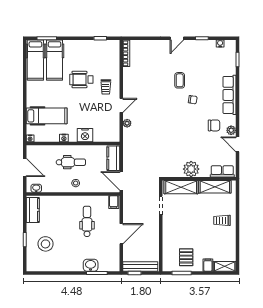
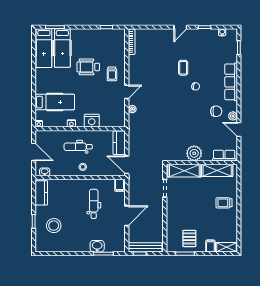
dental chair: (71, 162) -> (78, 147), turned 180

